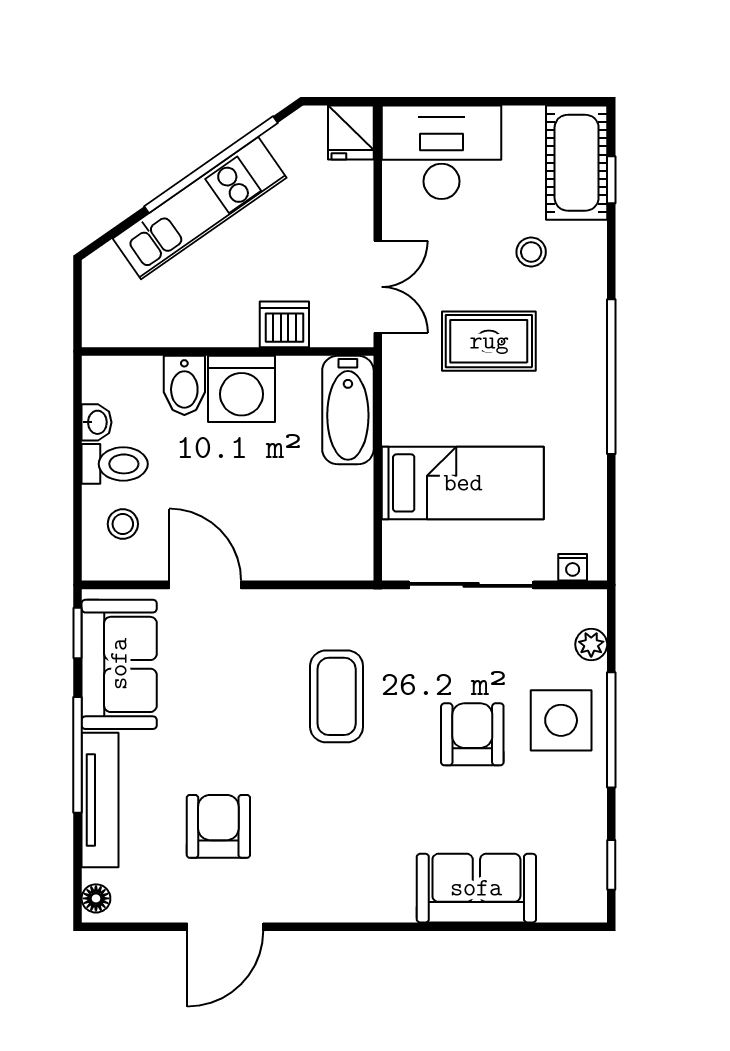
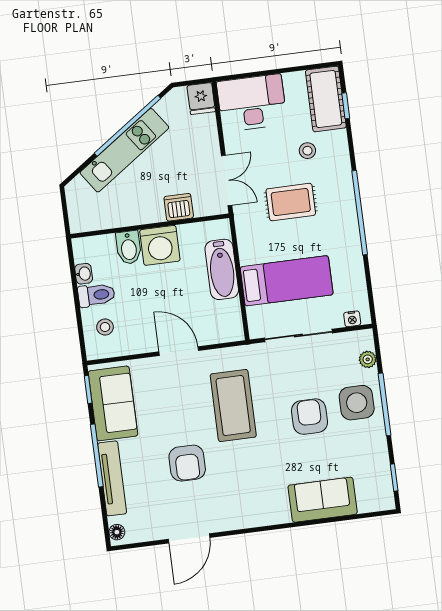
bathtub: (348, 410) -> (222, 269), moved
door: (205, 585) -> (179, 351), moved
coffee table: (337, 696) -> (233, 406), width x1.36, depth x1.32
armchair: (218, 826) -> (187, 463), moved, turned 180

